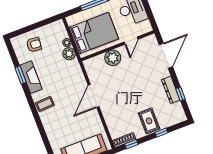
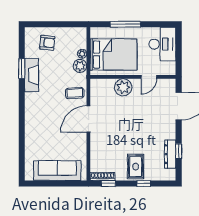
dresser: (171, 90) -> (170, 154), moved
coffee table: (45, 104) -> (75, 93), moved

